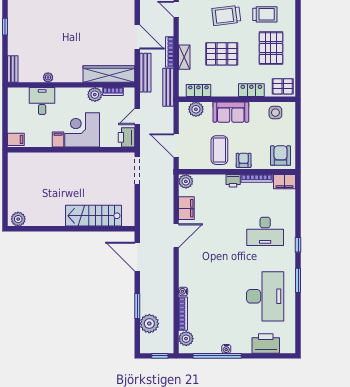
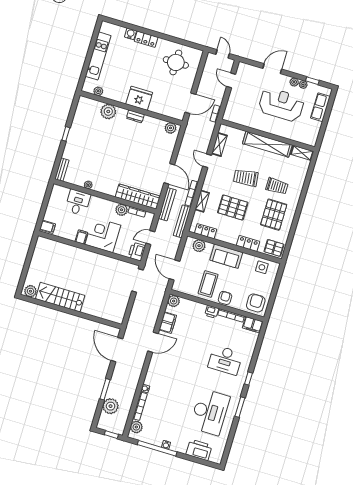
stairs: (94, 216) -> (60, 297), moved

